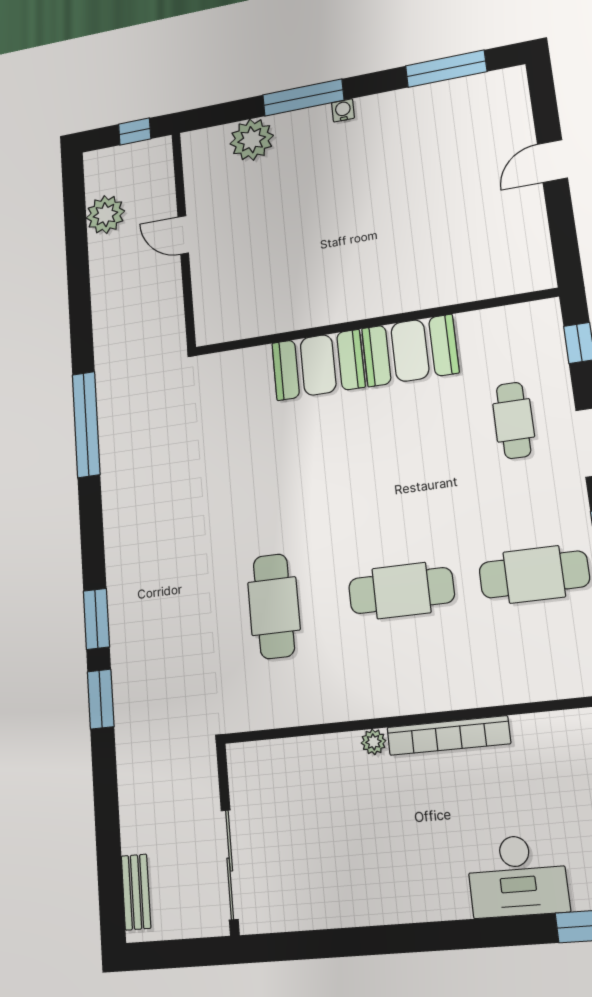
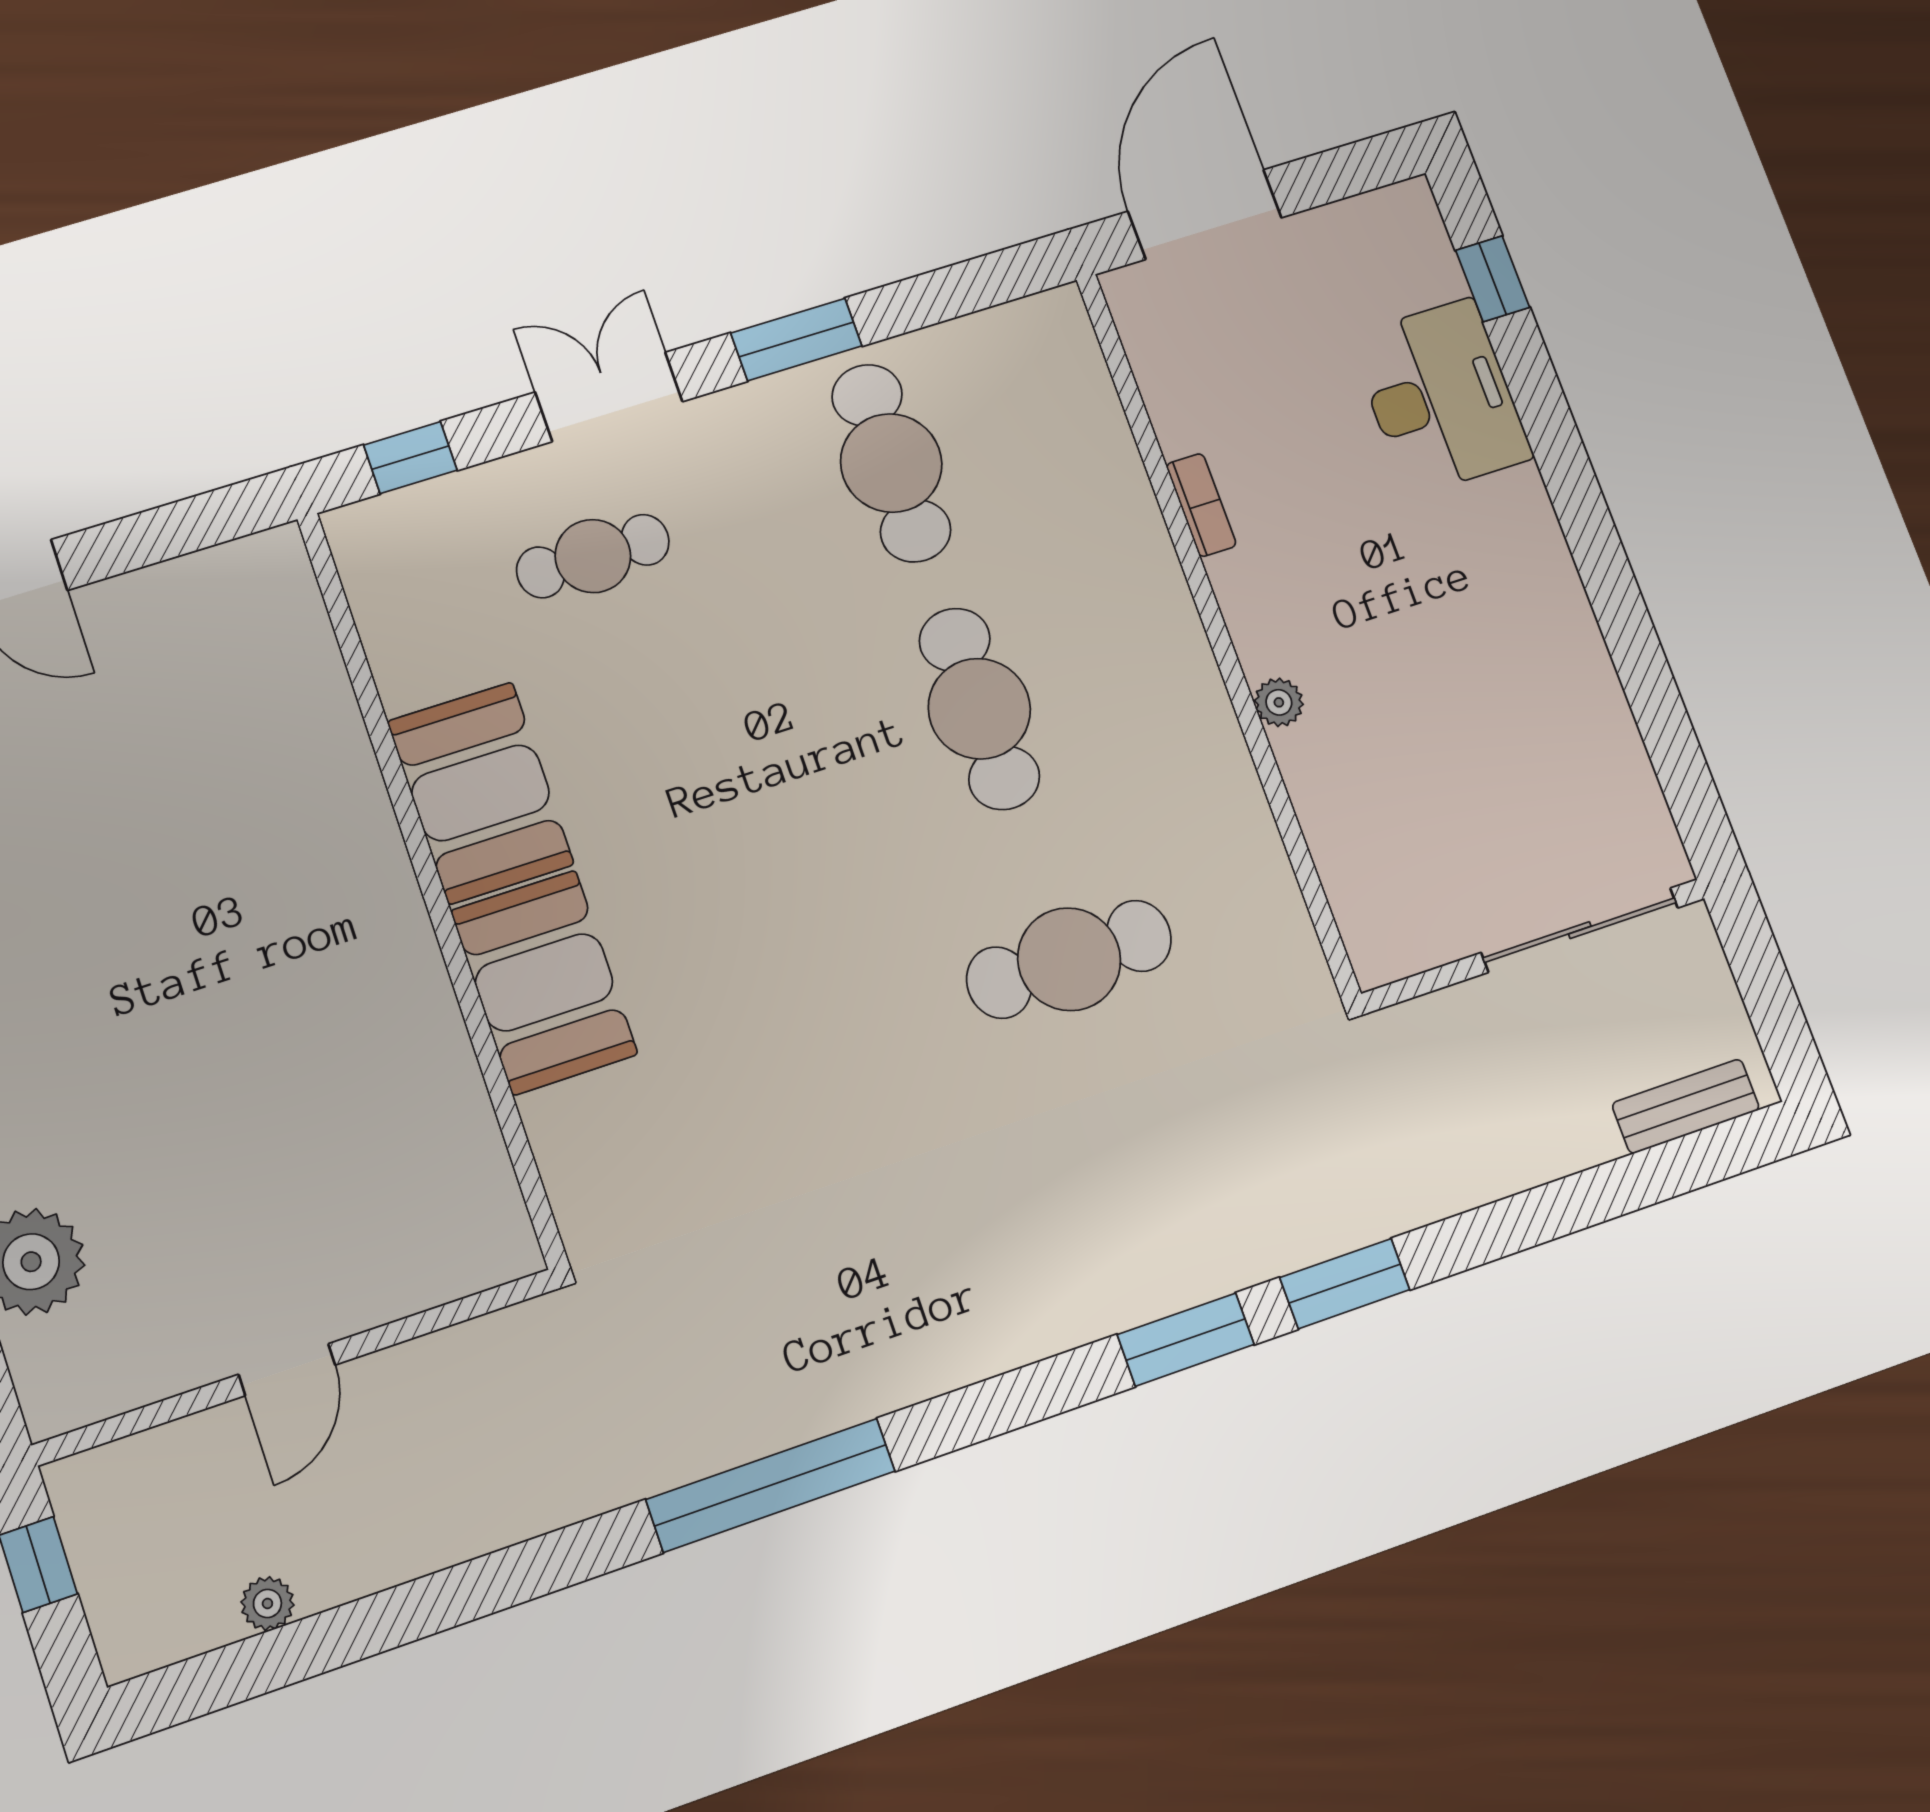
plant: (105, 215) -> (267, 1603), width x0.53, depth x0.53
bookcase: (448, 736) -> (1201, 505), width x0.43, depth x0.76

